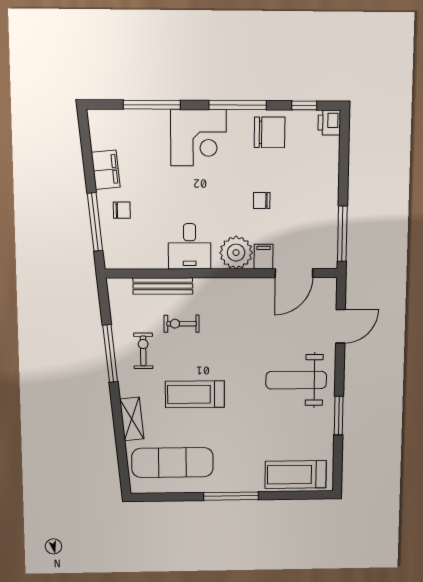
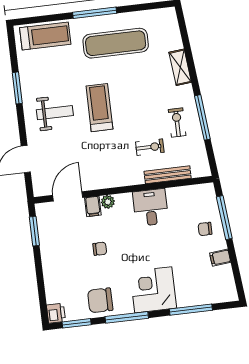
window: (304, 105) -> (77, 323), width x1.50
filing cabinet: (106, 170) -> (220, 258), width x0.50
window: (342, 234) -> (34, 231), width x0.69
plant: (236, 253) -> (108, 202), width x0.53, depth x0.53
exercise bike: (143, 351) -> (177, 122), turned 180
weight bench: (296, 380) -> (55, 113), width x0.73, depth x0.75
treadmill: (195, 394) -> (99, 108), moved, turned -90
exercise mat: (172, 463) -> (116, 43), moved

